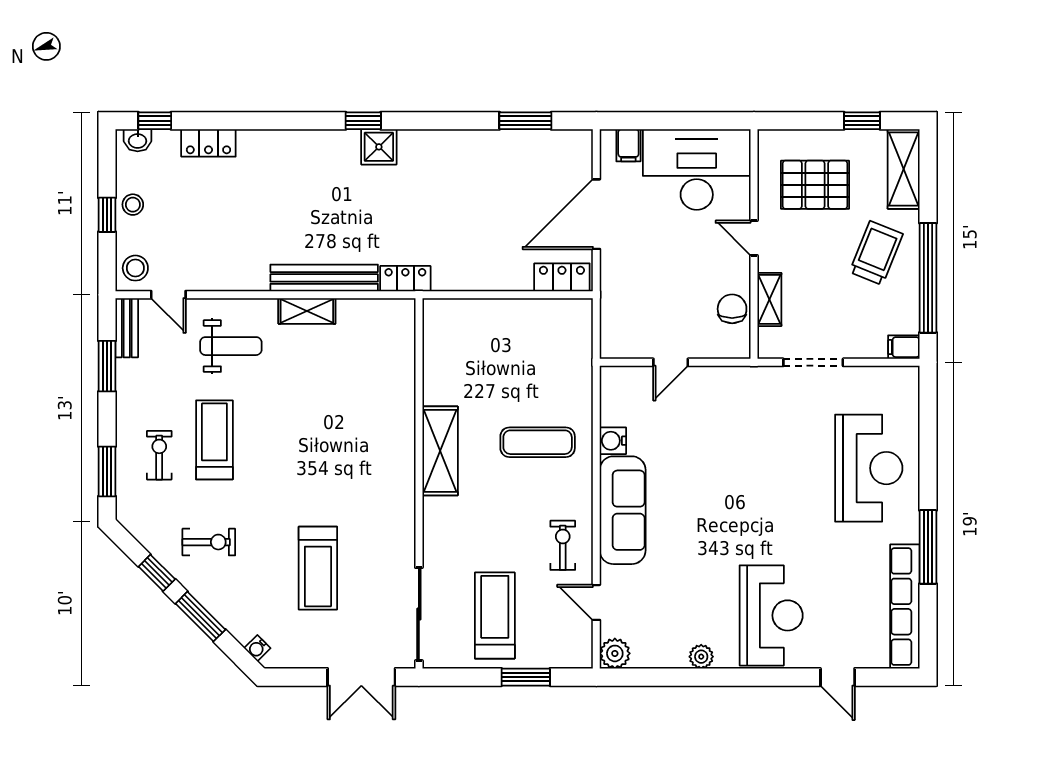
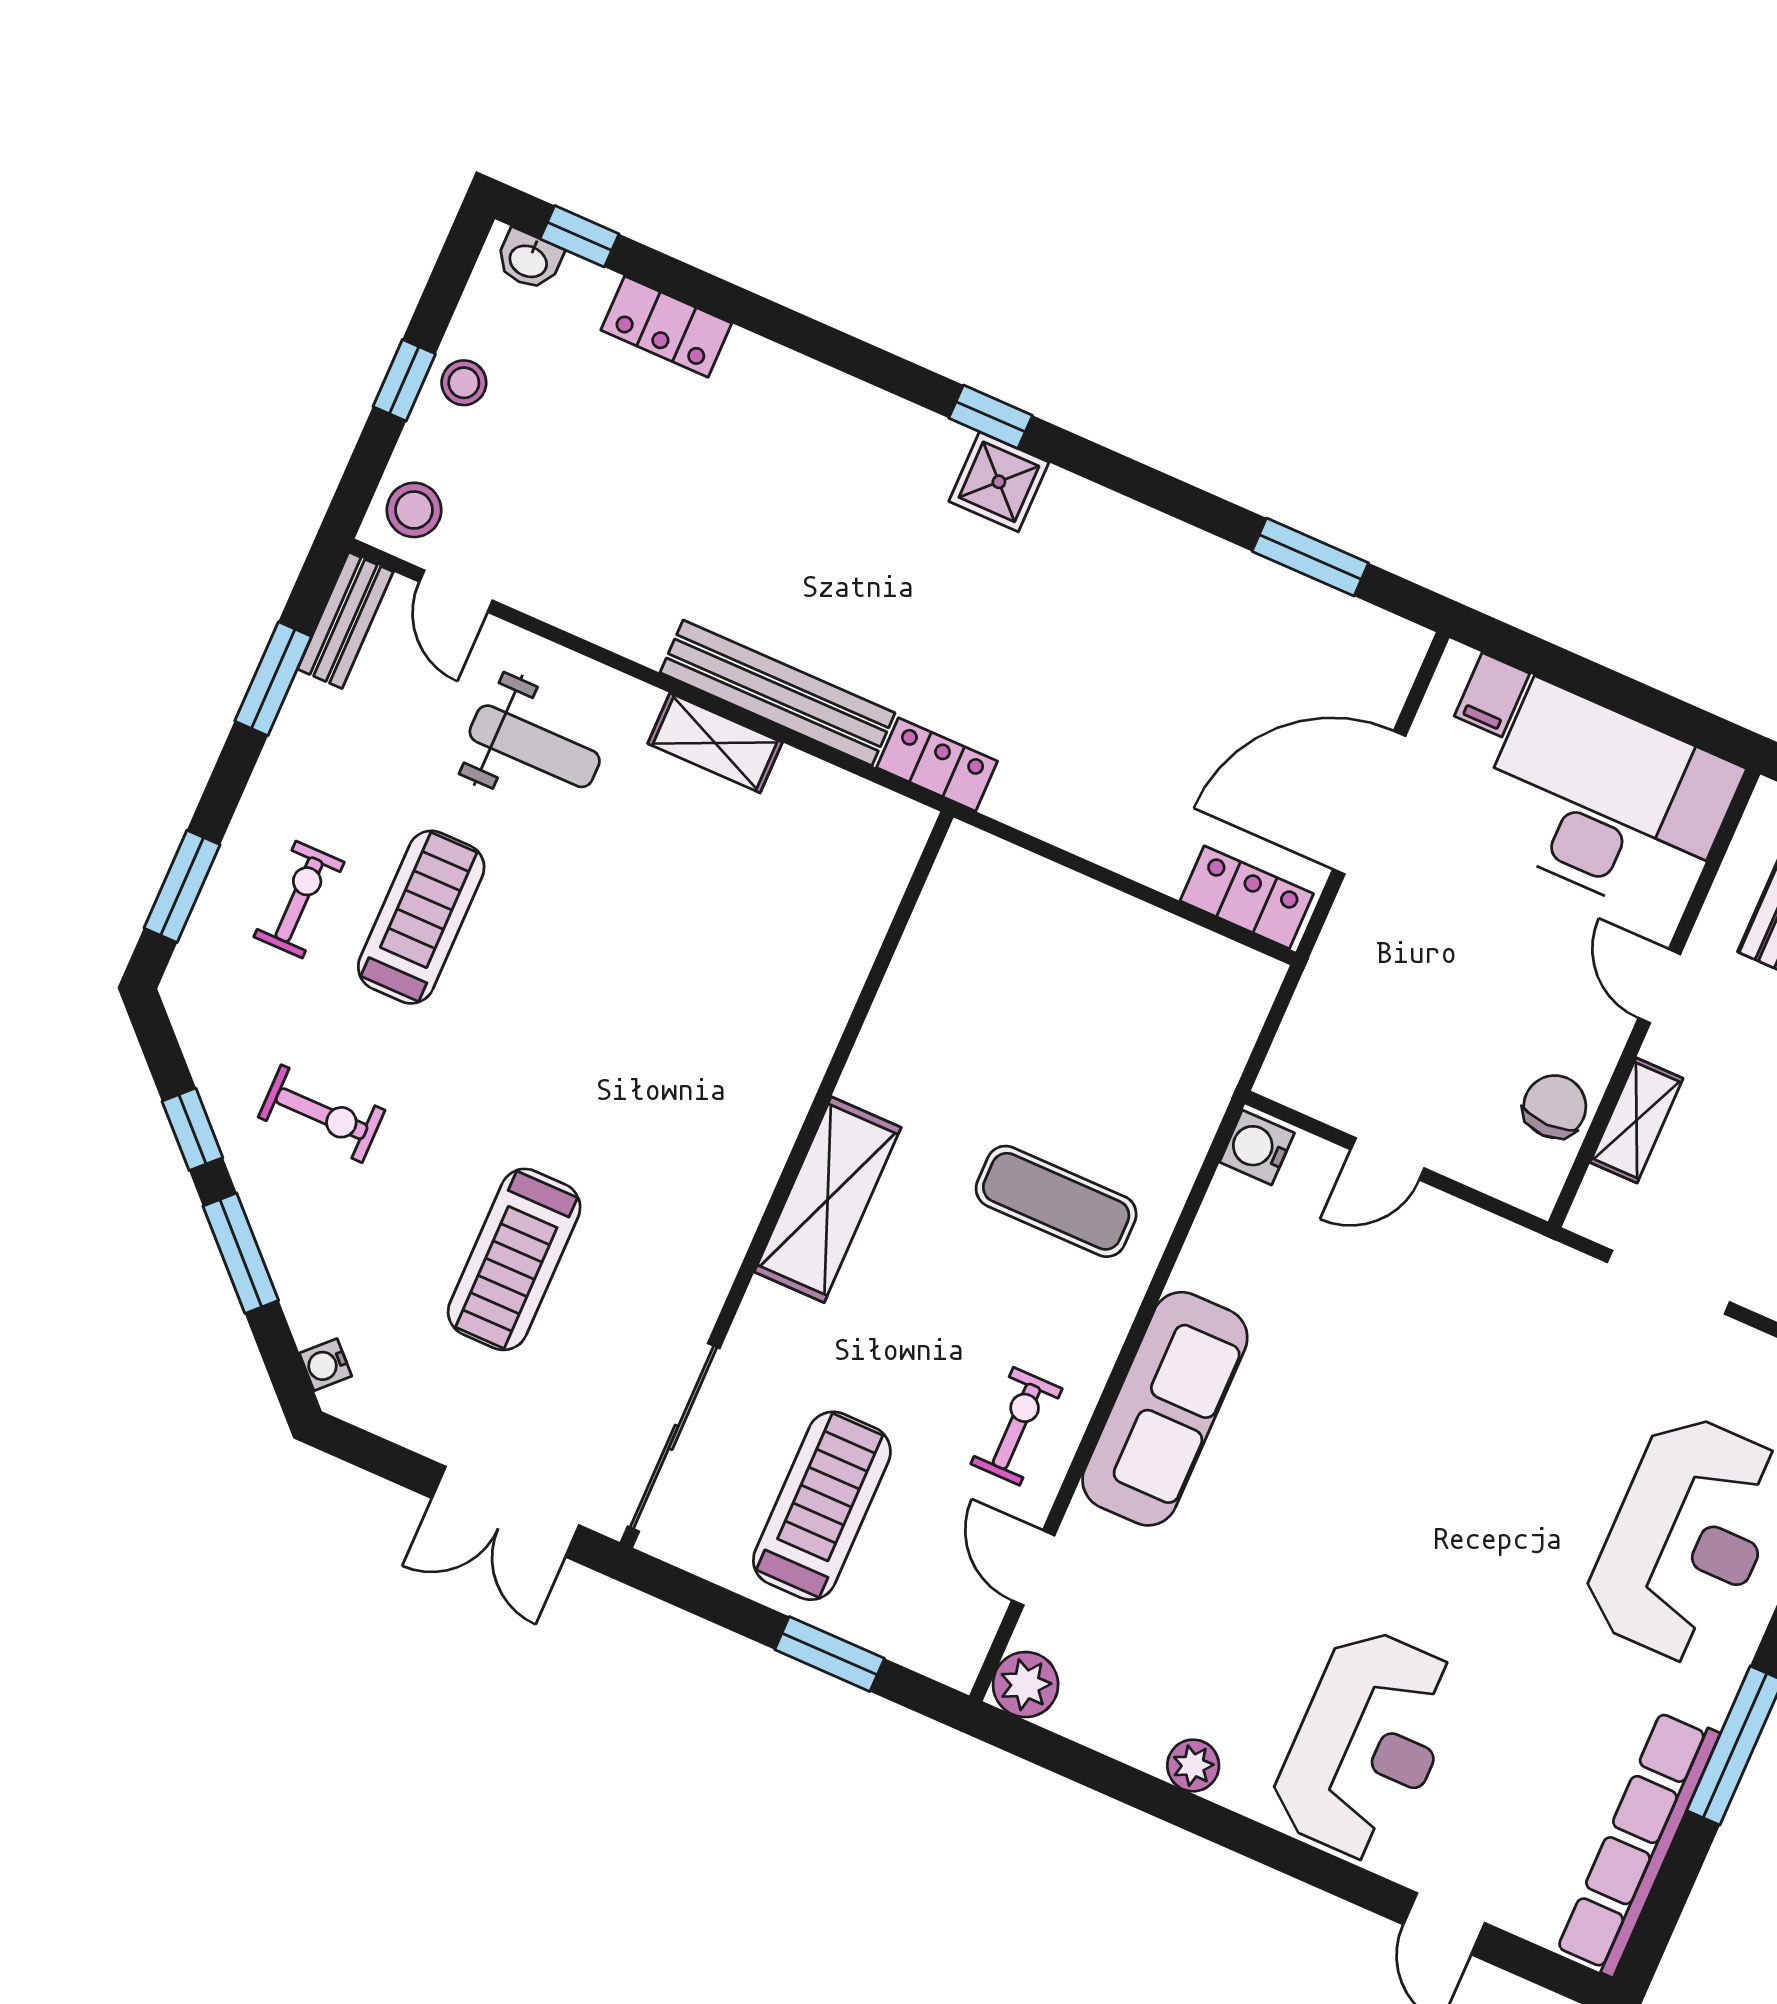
water cooler: (613, 441) -> (1257, 1148), moved
shelving: (440, 451) -> (828, 1200), moved

